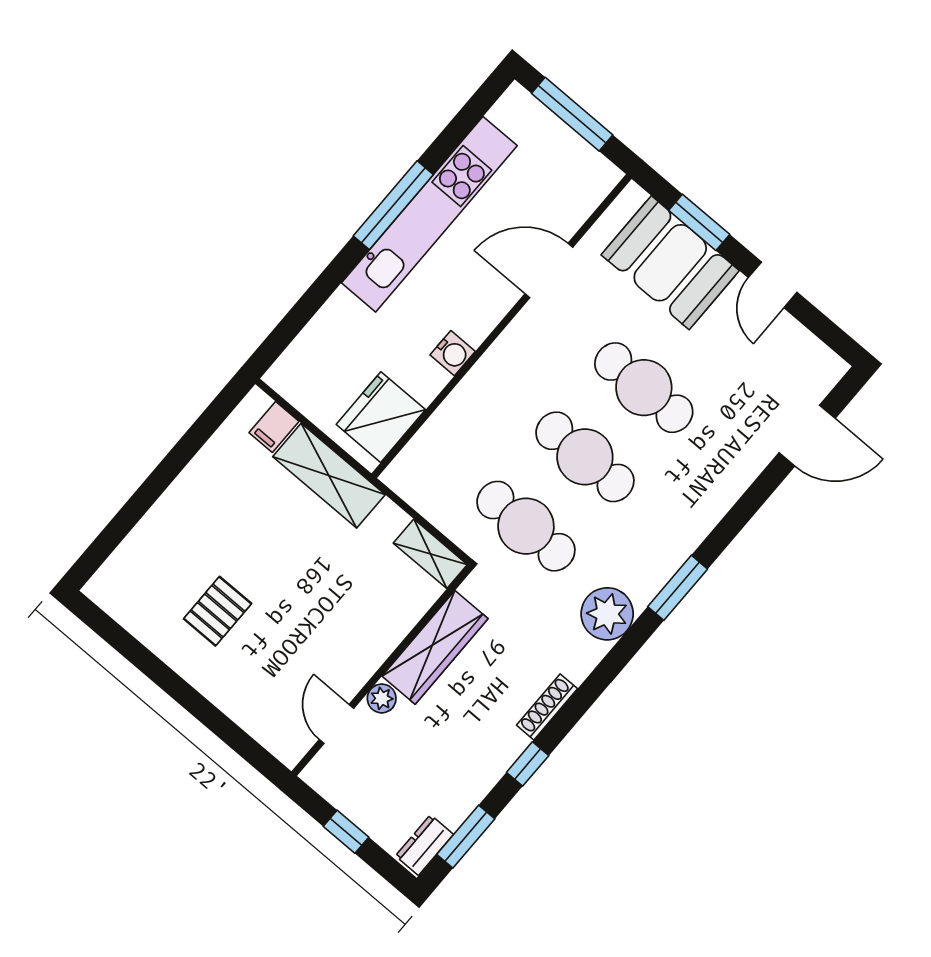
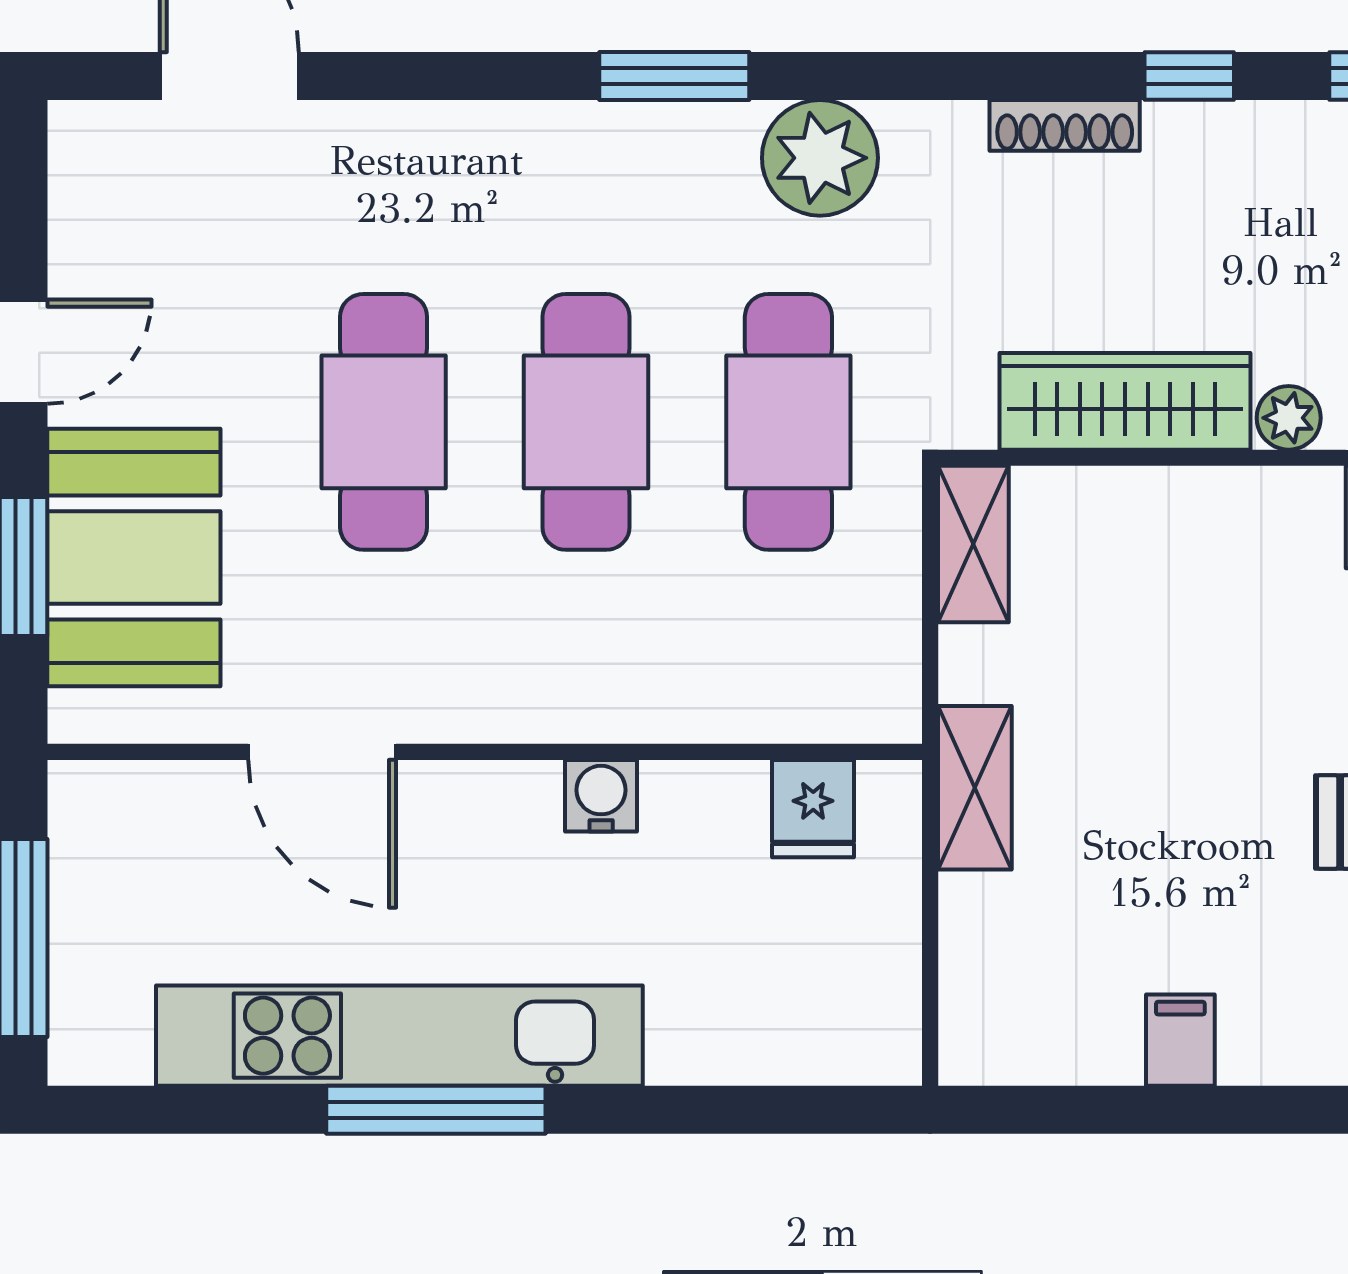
fridge: (381, 417) -> (813, 809), width x0.53, depth x0.75
filing cabinet: (274, 427) -> (1180, 1040), moved, turned -90
shelving: (329, 476) -> (975, 788), width x0.67, depth x0.75

